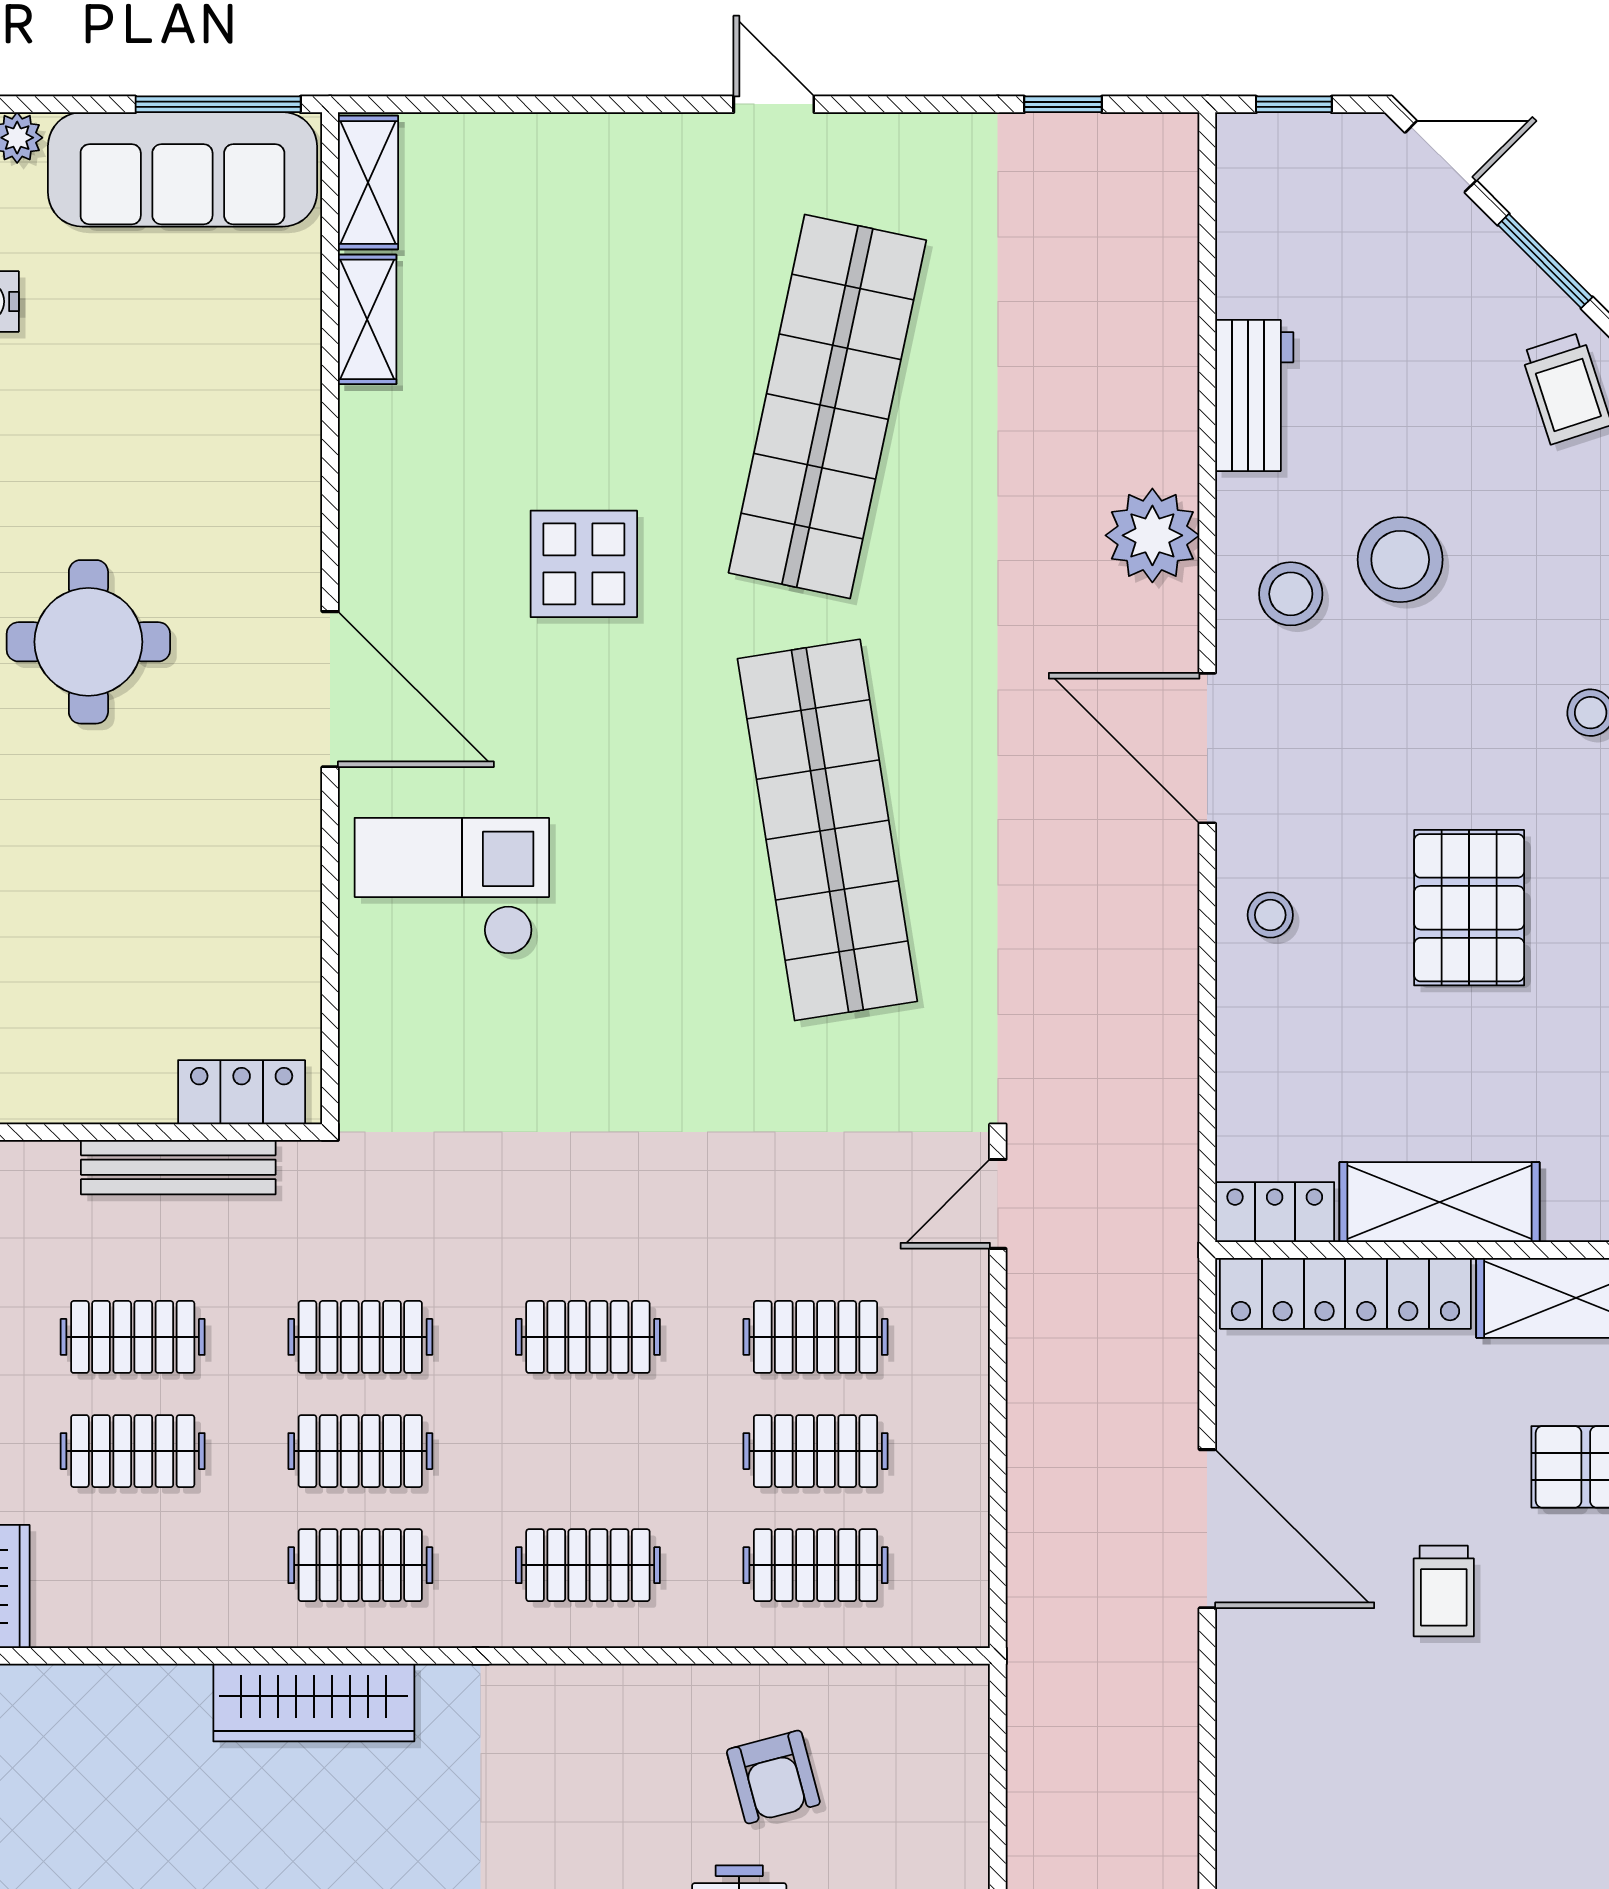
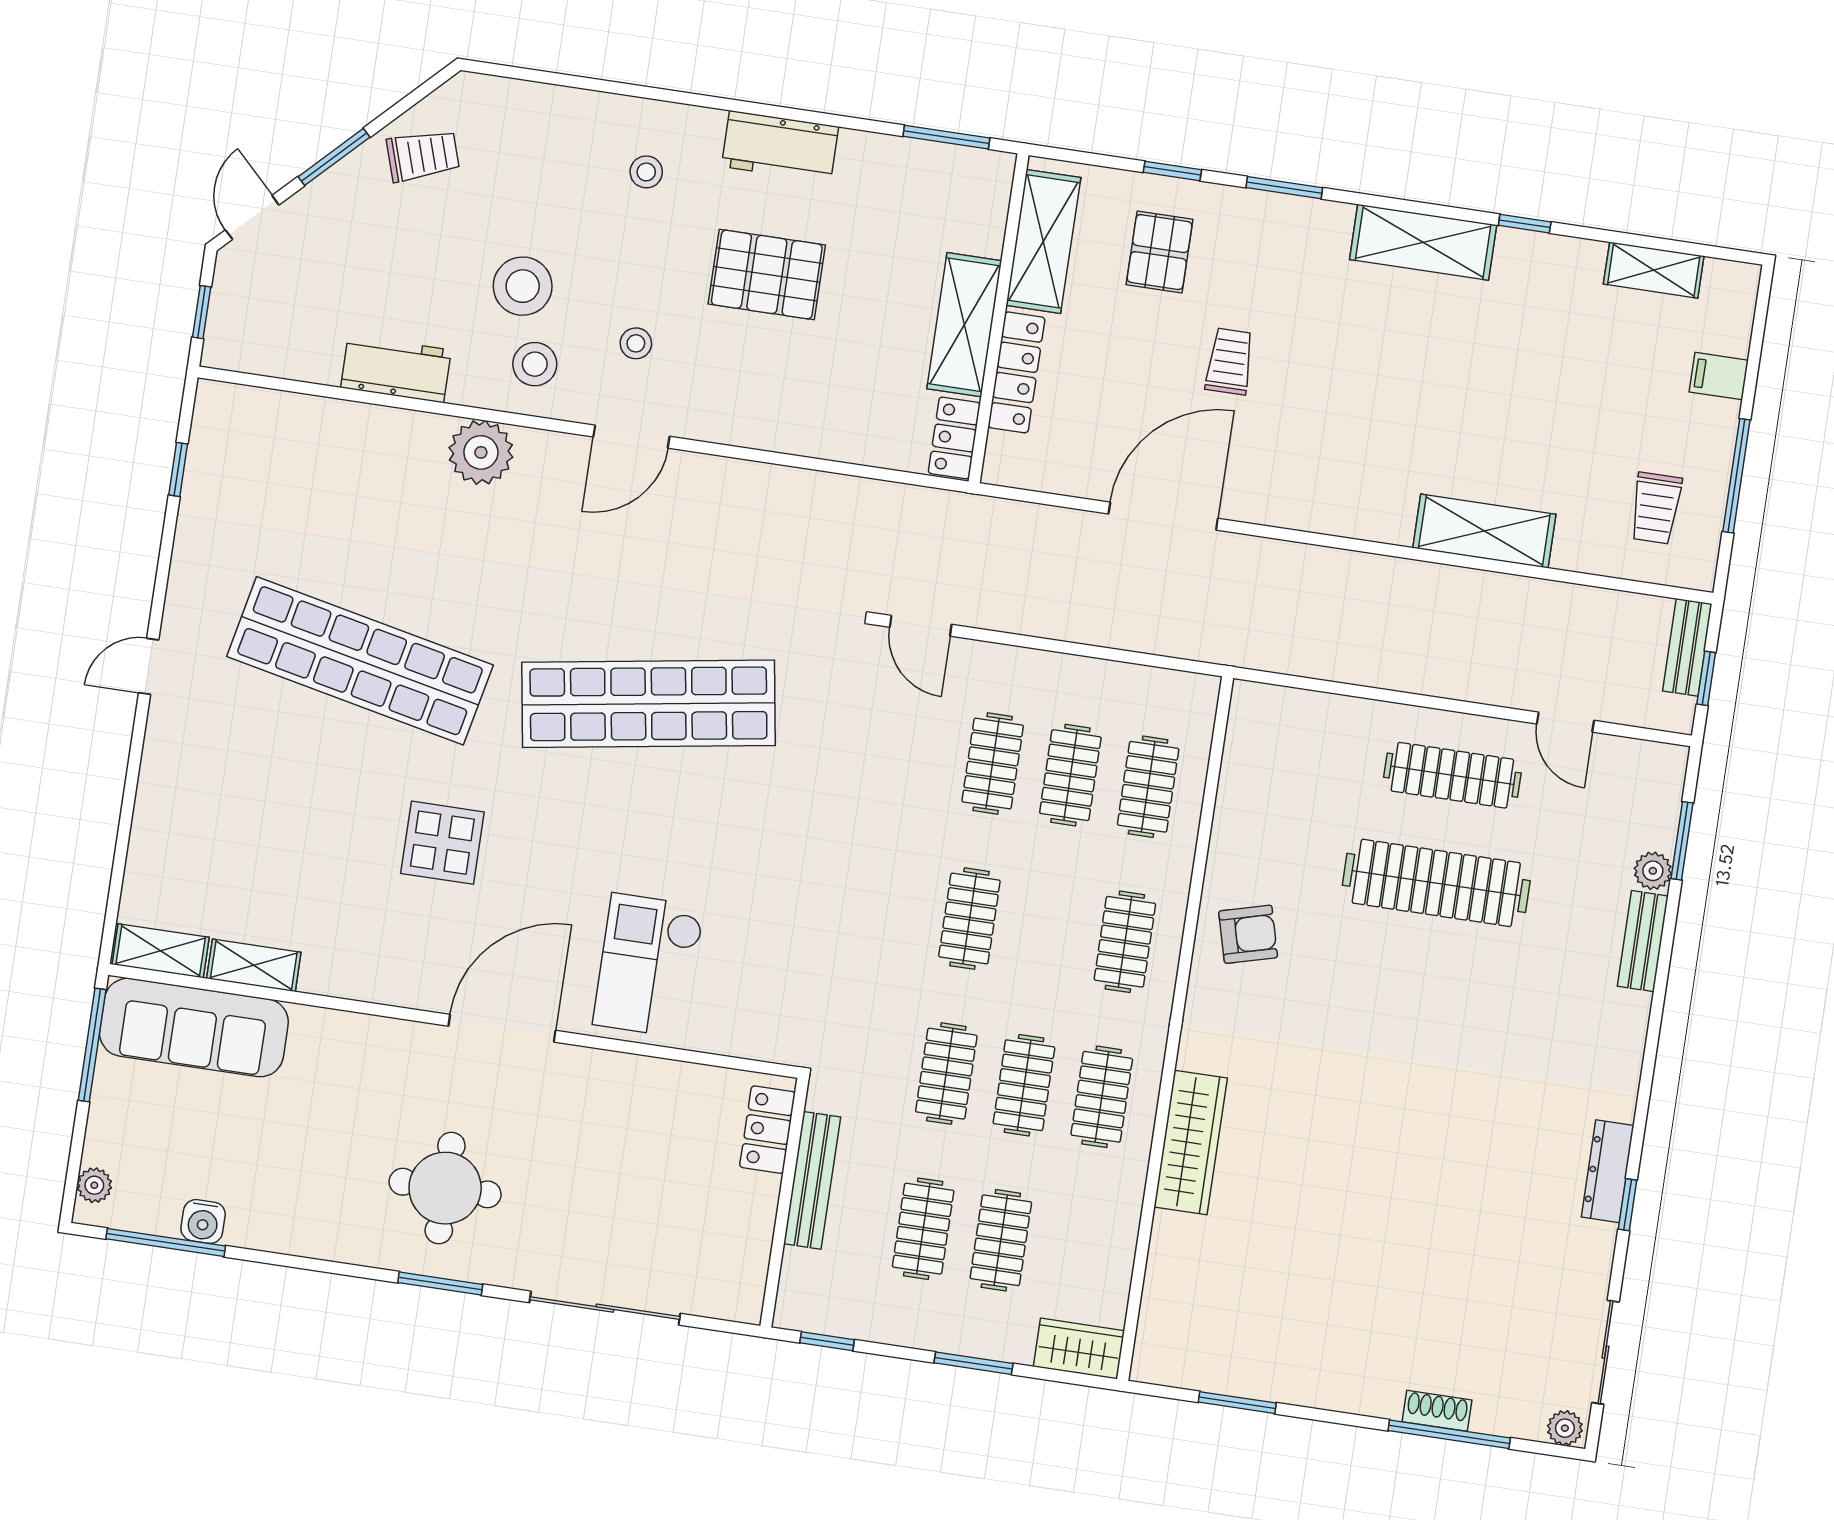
sofa: (182, 169) -> (194, 1028), moved, turned 90
door: (1207, 748) -> (631, 437), width x0.73
stool: (1270, 915) -> (636, 343), moved
locker: (1345, 1293) -> (1016, 372), width x0.71, depth x0.83
trolley: (1444, 1591) -> (1230, 361), turned -90
armchair: (773, 1777) -> (1248, 934), moved

